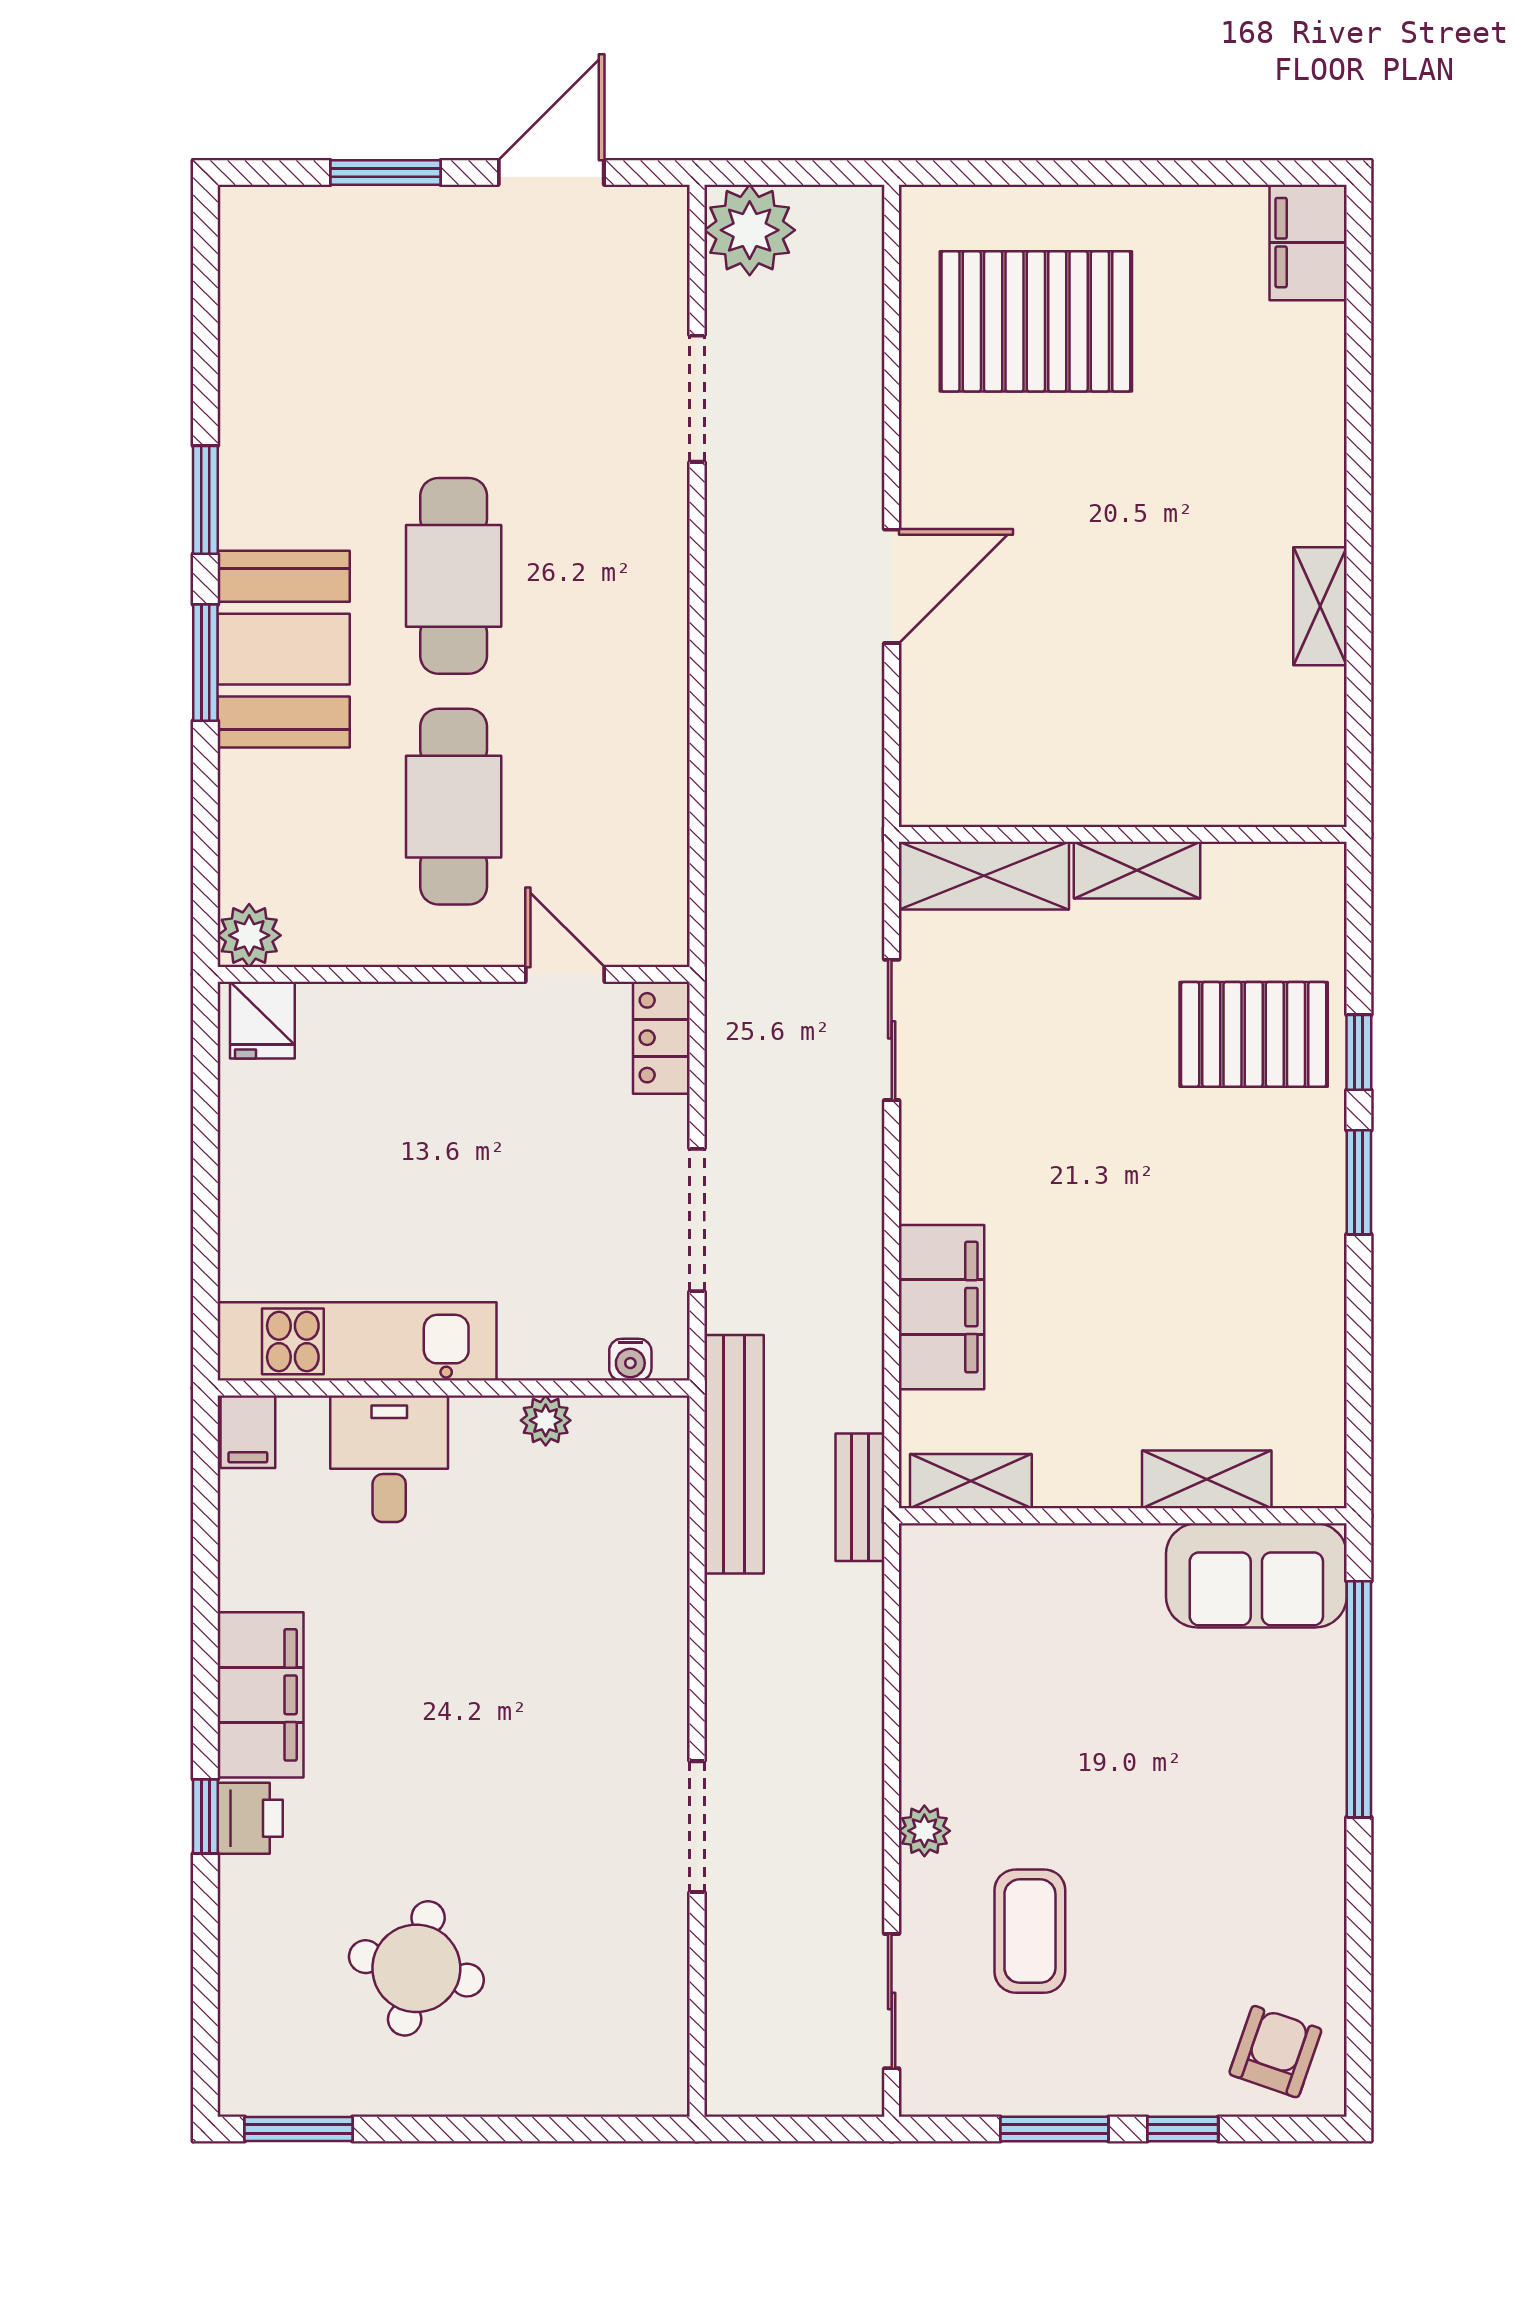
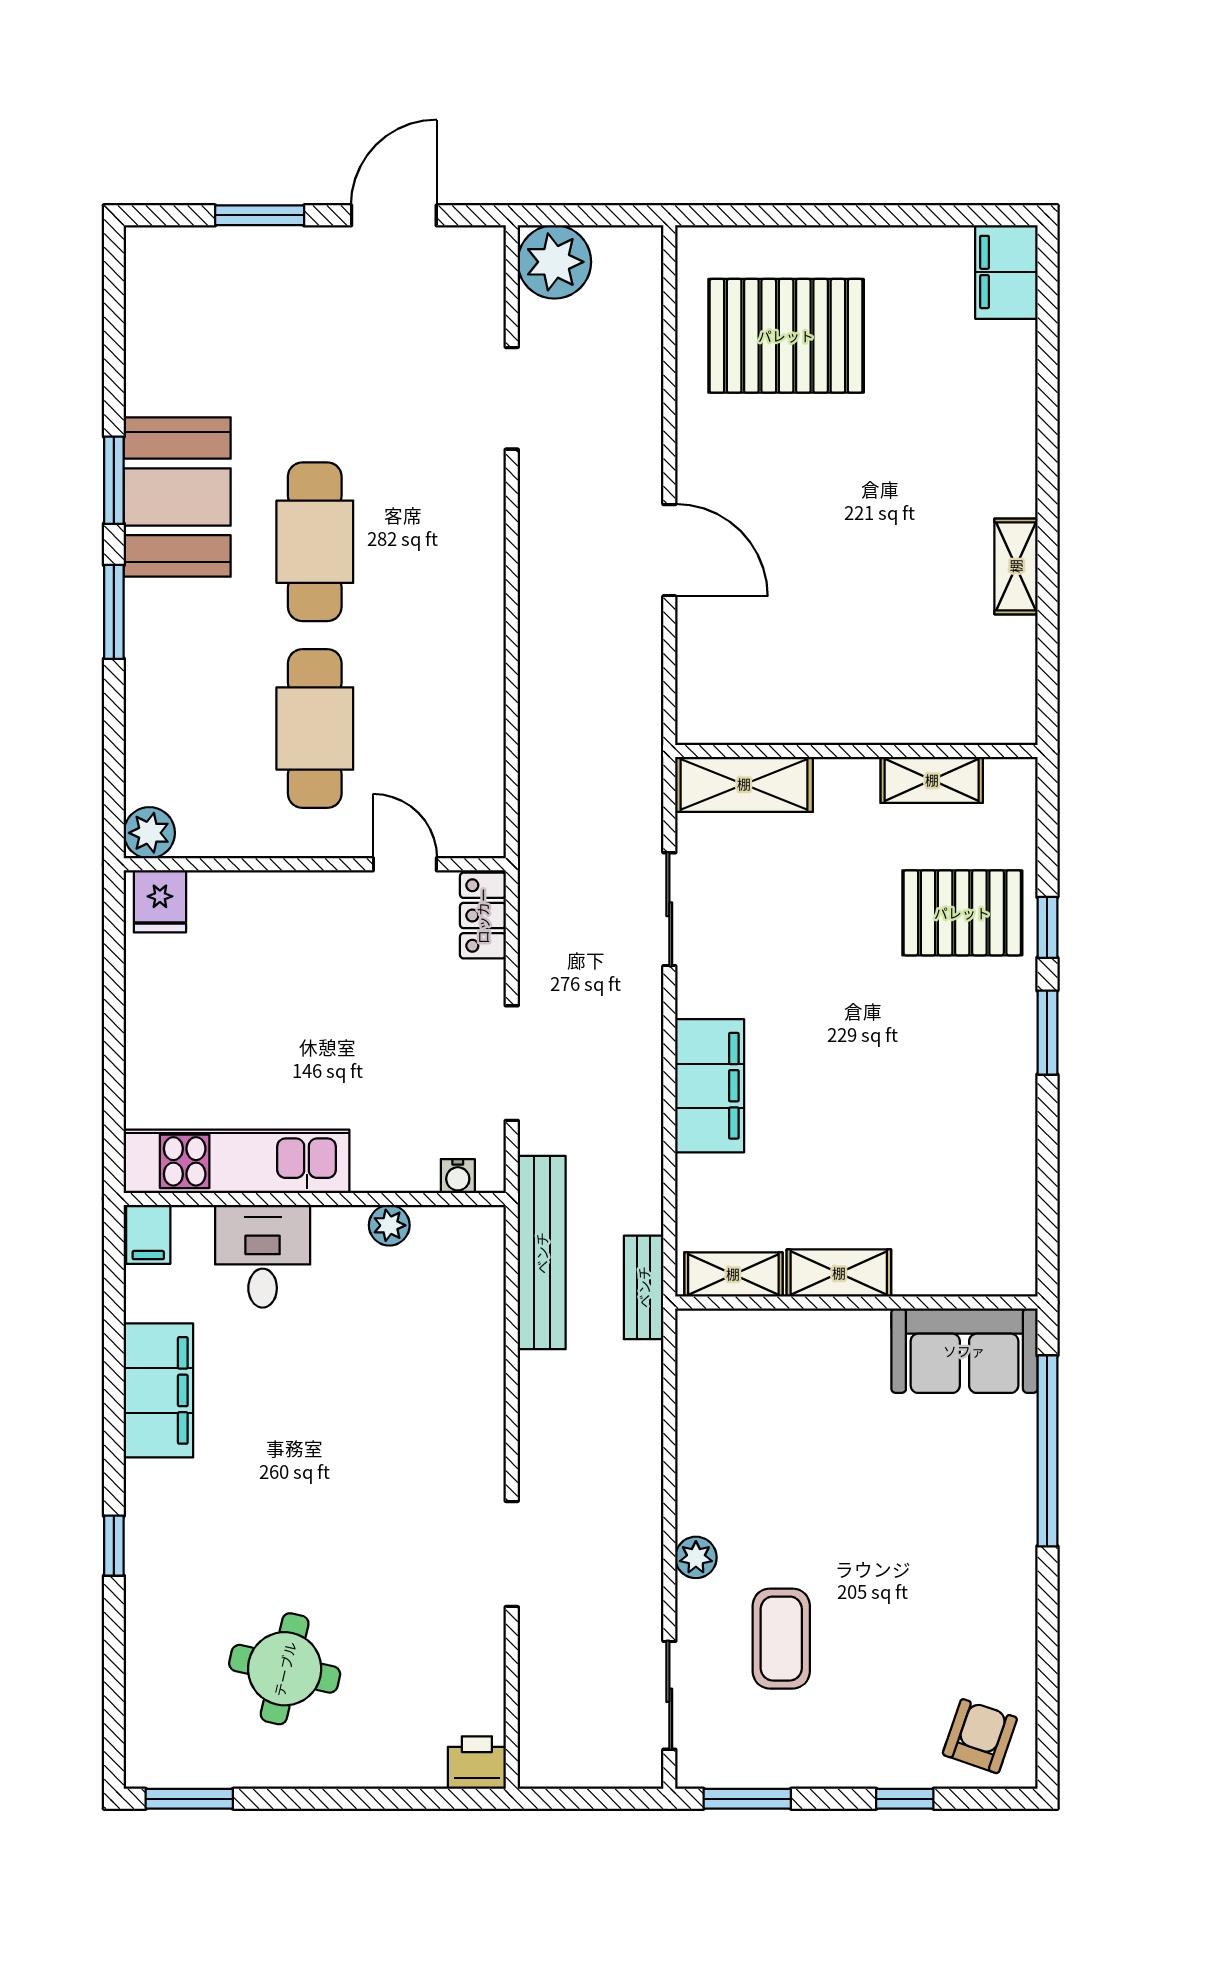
door: (892, 586) -> (669, 550), hinge flipped
booth: (284, 649) -> (177, 497), moved
shelving: (1137, 870) -> (932, 780), moved
filing cabinet: (942, 1307) -> (710, 1086), moved
shelving: (1207, 1479) -> (839, 1273), moved
filing cabinet: (261, 1695) -> (158, 1390), moved
printer: (250, 1818) -> (477, 1763), moved, turned -90
window: (1054, 2129) -> (747, 1799), moved

